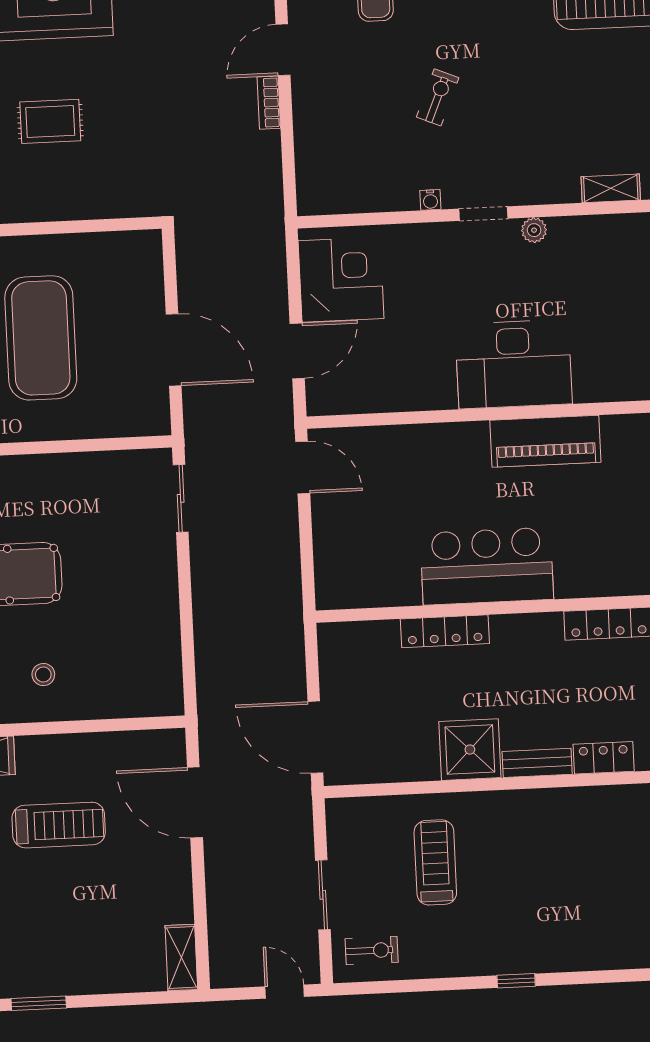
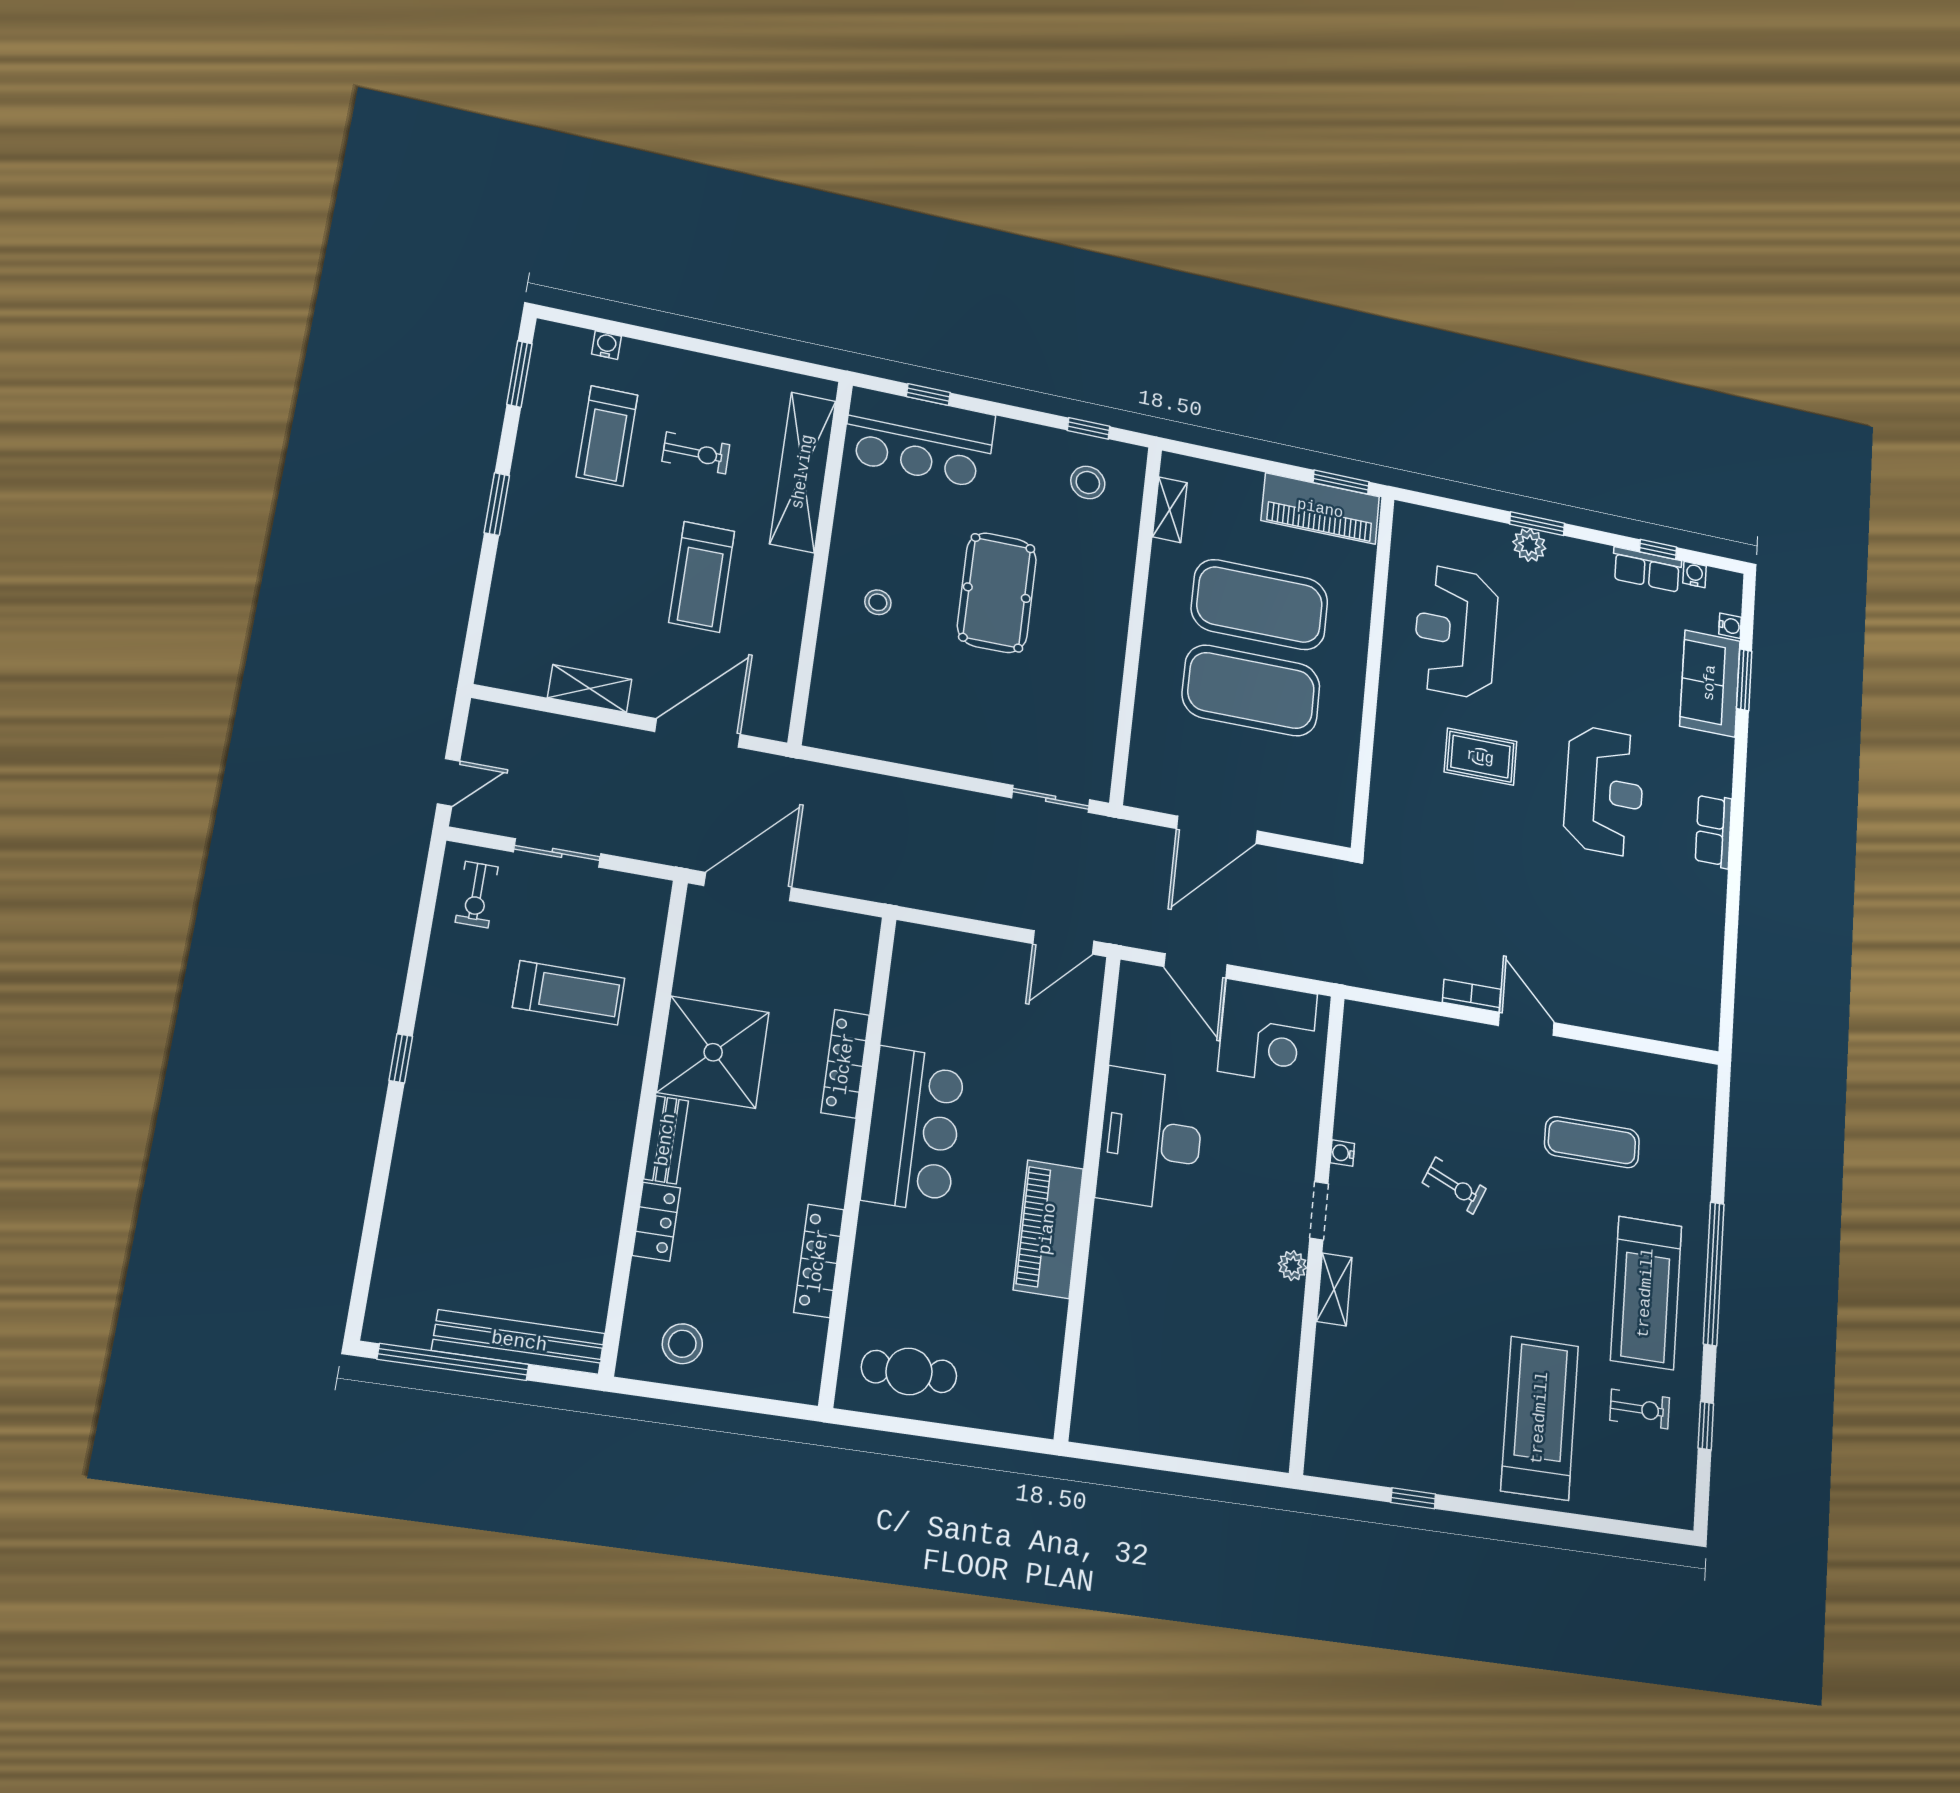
rug: (50, 121) -> (1480, 757), turned 90
shelving: (611, 188) -> (1334, 1289), moved
desk: (514, 364) -> (1151, 1139), moved
shower: (470, 750) -> (713, 1052), width x1.37, depth x1.37
shelving: (181, 957) -> (590, 688), moved

